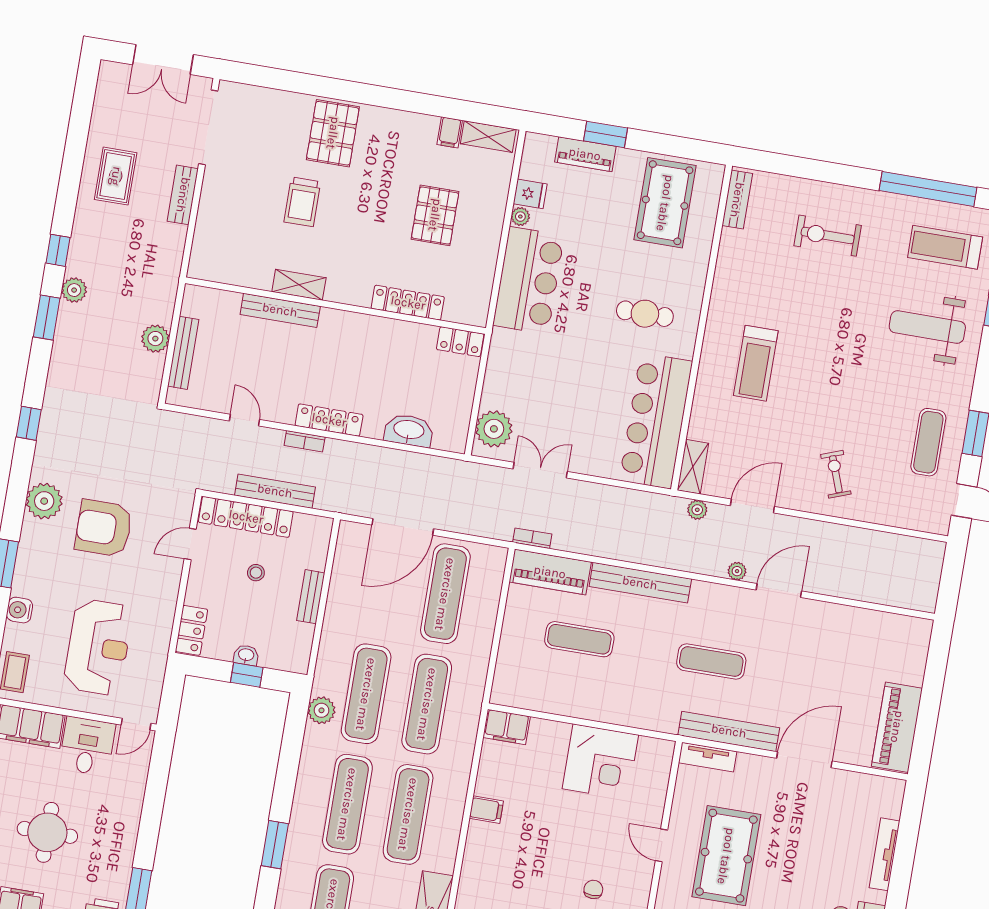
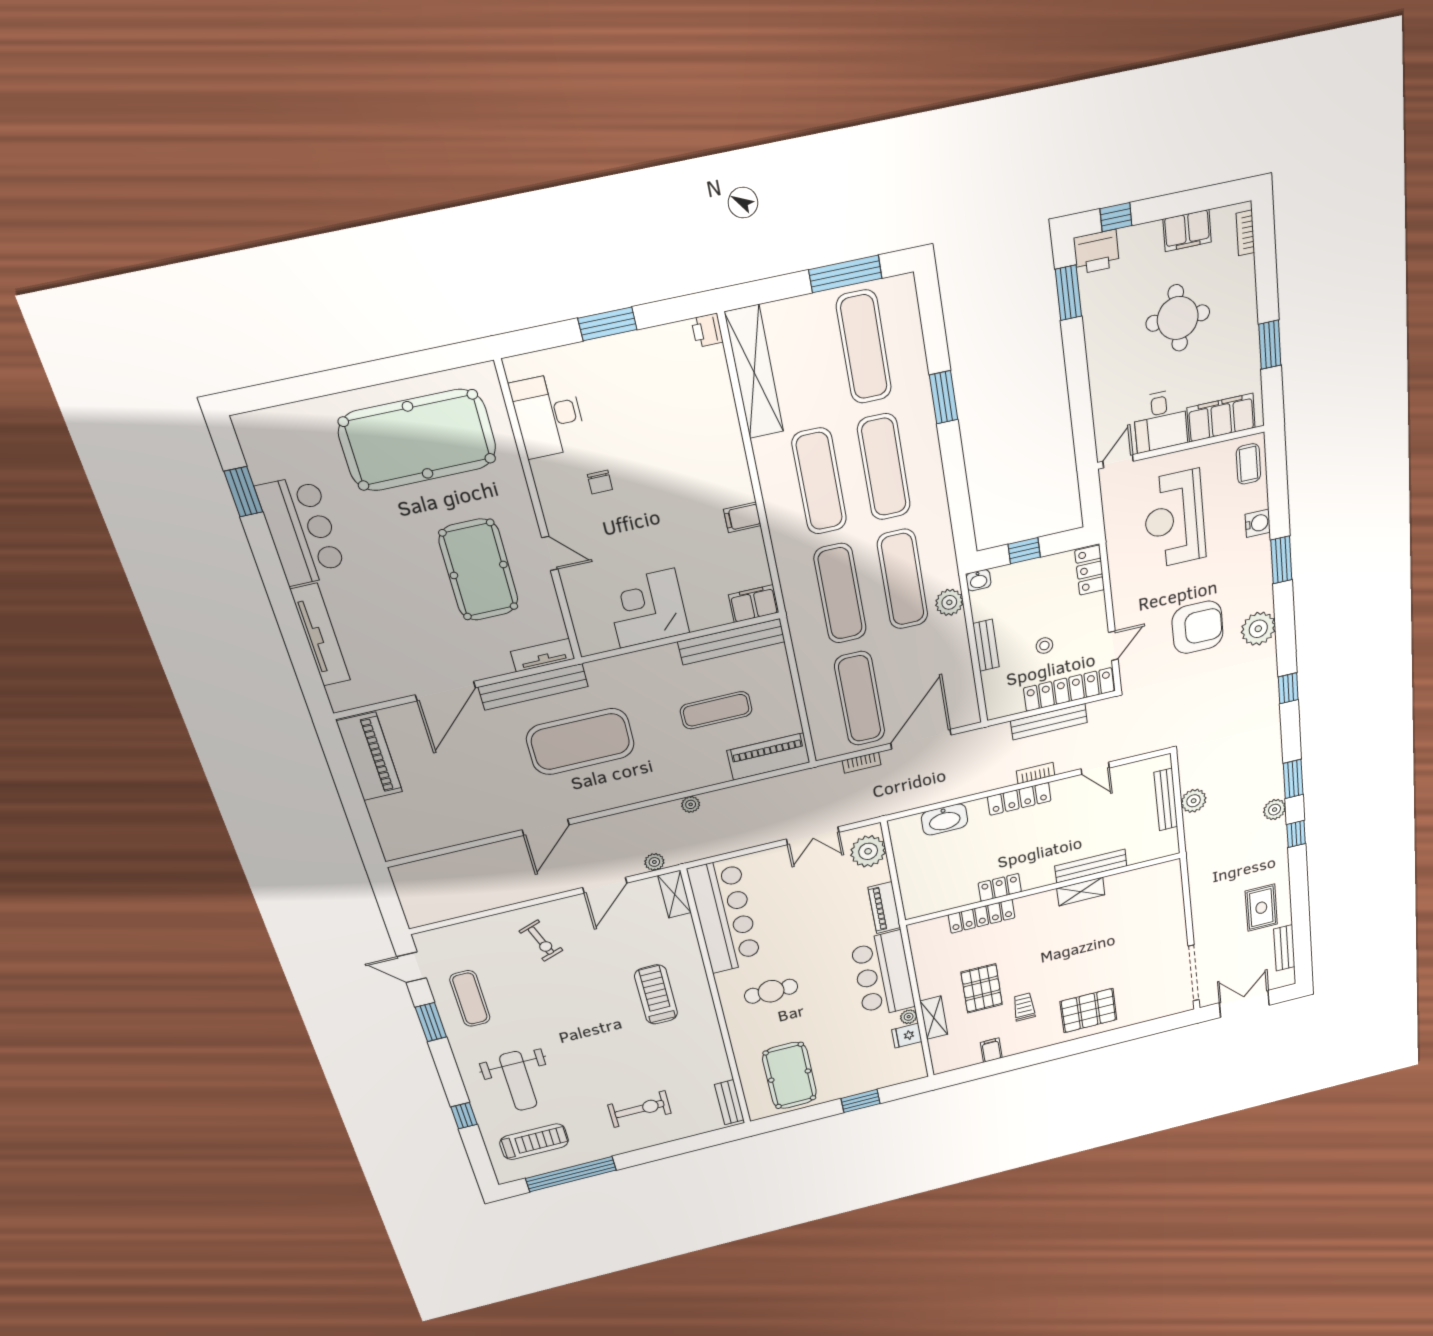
pallet: (333, 133) -> (1088, 1011), turned 90
shelving: (488, 137) -> (934, 1018), moved, turned 90
piano: (585, 154) -> (884, 908), moved, turned -90
bench: (183, 195) -> (1284, 948), moved
trolley: (302, 202) -> (1024, 1007), moved, width x0.73, depth x0.72
weight bench: (927, 327) -> (518, 1081), turned 90
locker: (460, 342) -> (1000, 887), moved
bookcase: (532, 538) -> (862, 763), moved
plant: (737, 571) -> (691, 804), moved
bench: (640, 583) -> (732, 642), moved
washbasin: (246, 655) -> (978, 580), moved
exercise mat: (711, 662) -> (580, 742), width x2.00, depth x1.45
plant: (321, 710) -> (949, 602), moved
tv unit: (885, 854) -> (320, 635), width x1.36, depth x1.29

